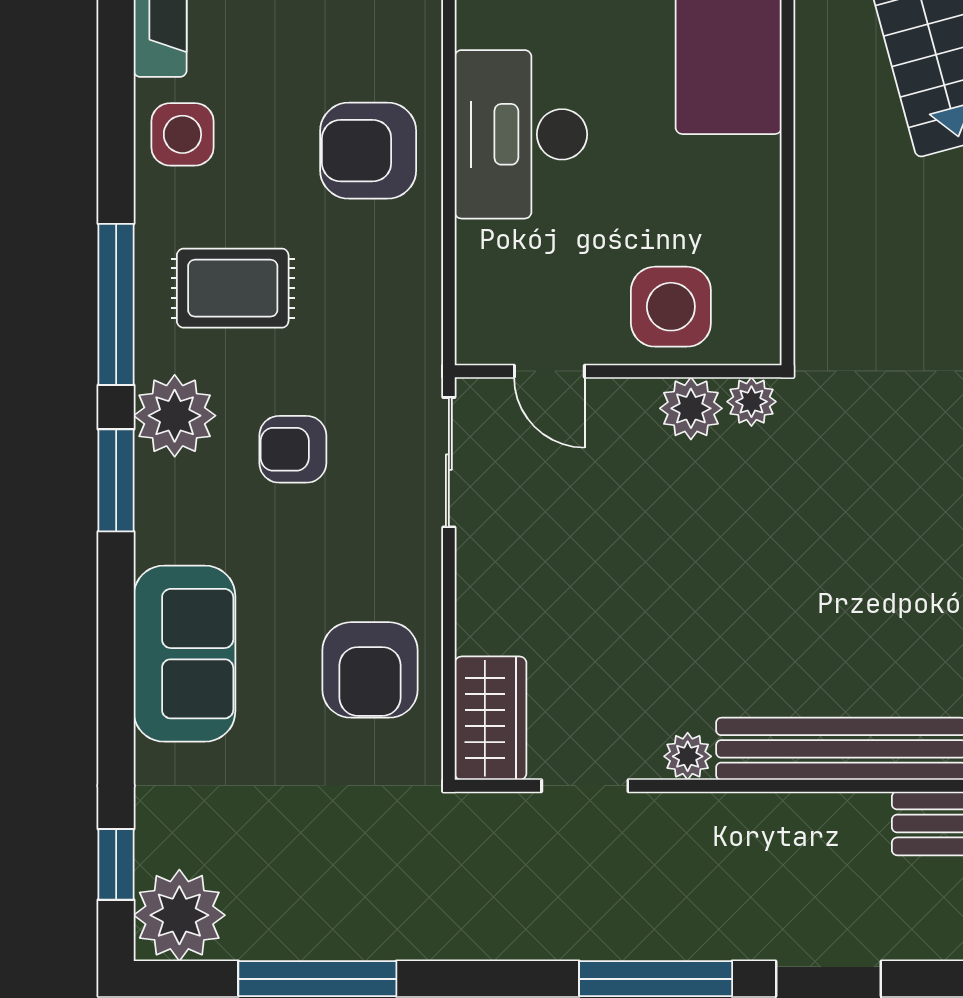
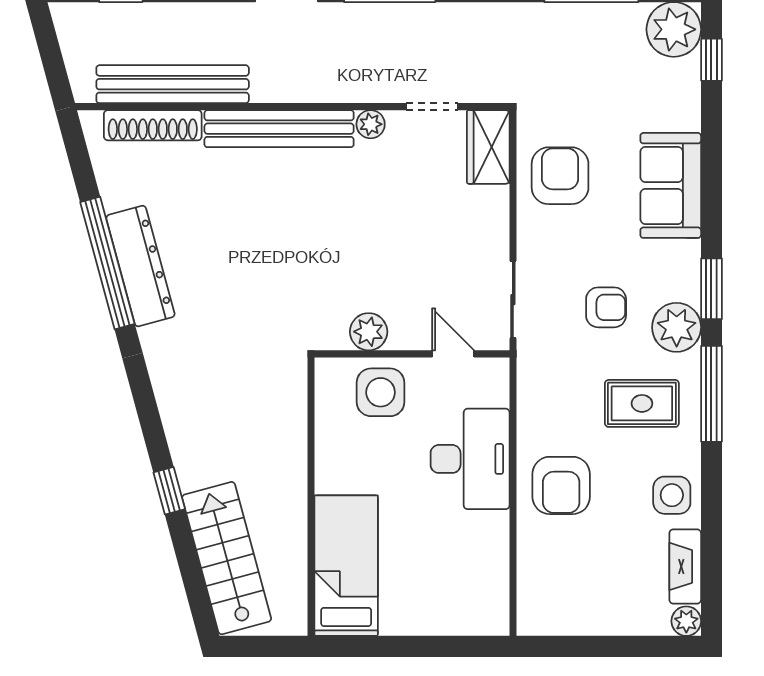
desk: (521, 134) -> (470, 459), moved
armchair: (368, 151) -> (561, 485), turned 90
plant: (751, 402) -> (333, 336), removed

